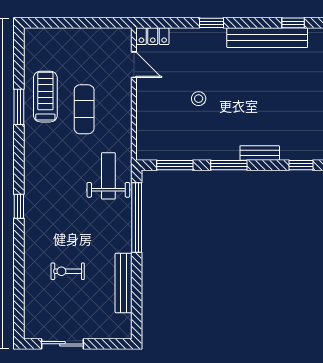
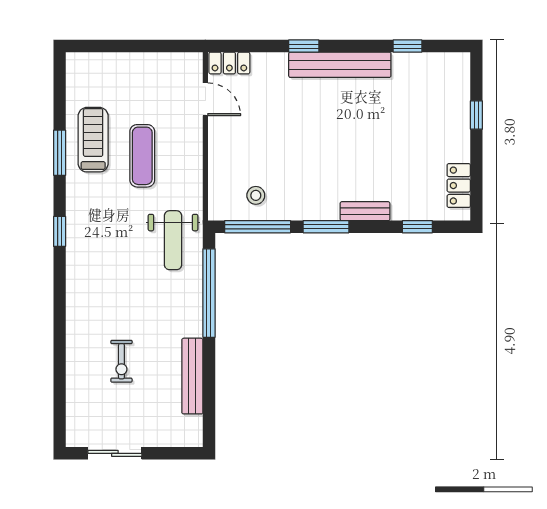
bench: (267, 38) -> (340, 65), moved
stool: (199, 99) -> (256, 195), moved
window: (175, 165) -> (258, 227), width x1.44
weight bench: (108, 176) -> (173, 240), turned 180
window: (19, 206) -> (60, 231), moved
exercise bike: (68, 271) -> (121, 361), turned -90

